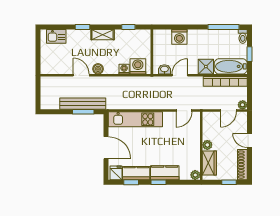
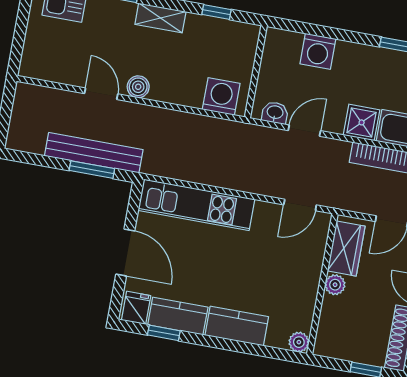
washing machine: (124, 69) -> (192, 97), removed
wardrobe: (209, 163) -> (346, 248), moved
window: (159, 182) -> (220, 343), removed

